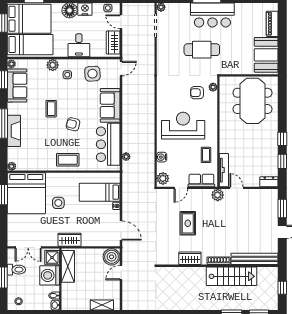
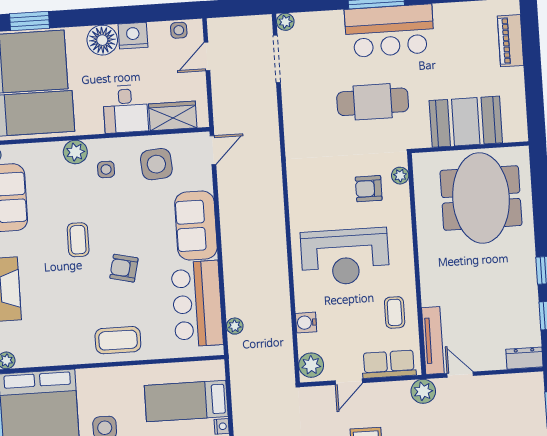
door: (121, 22) -> (207, 56), hinge flipped
wardrobe: (113, 43) -> (173, 116), moved, turned 90
booth: (266, 55) -> (466, 122), moved, turned 90
reception desk: (183, 126) -> (345, 257), turned 180

